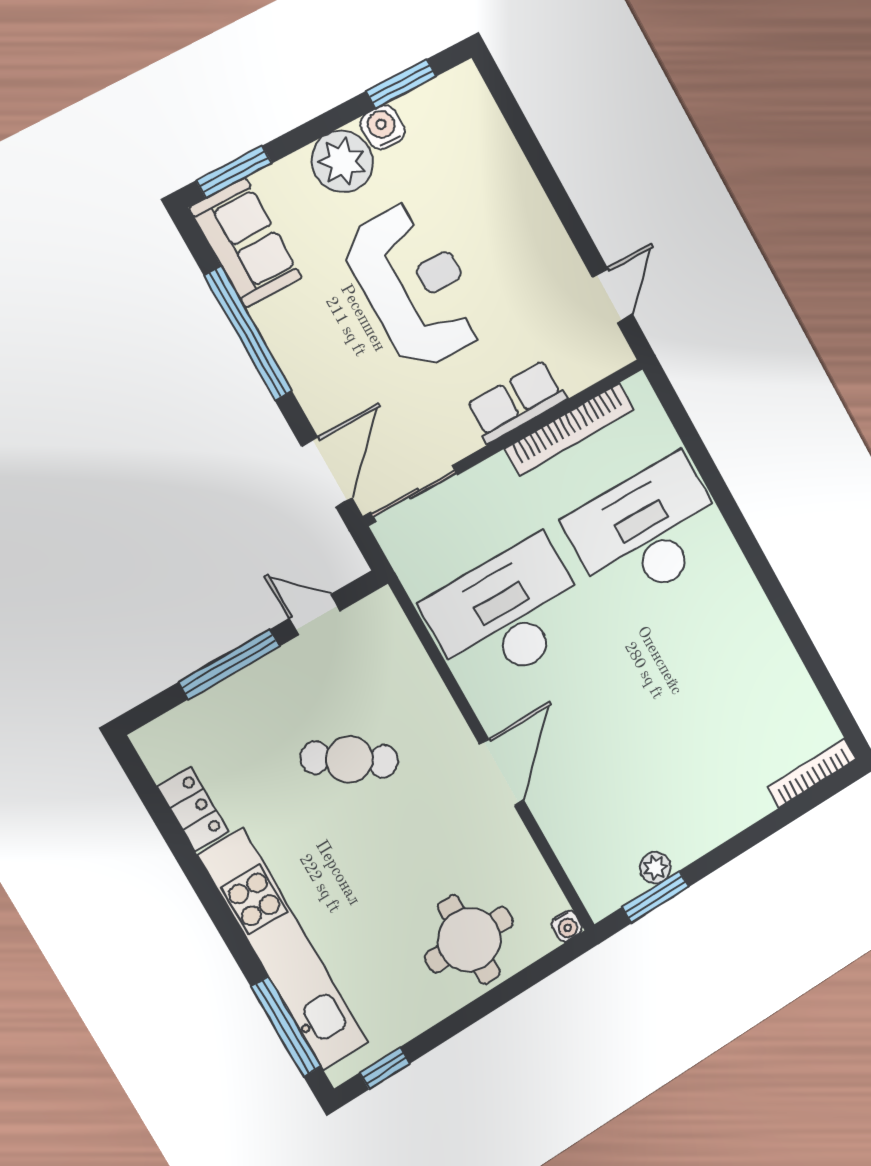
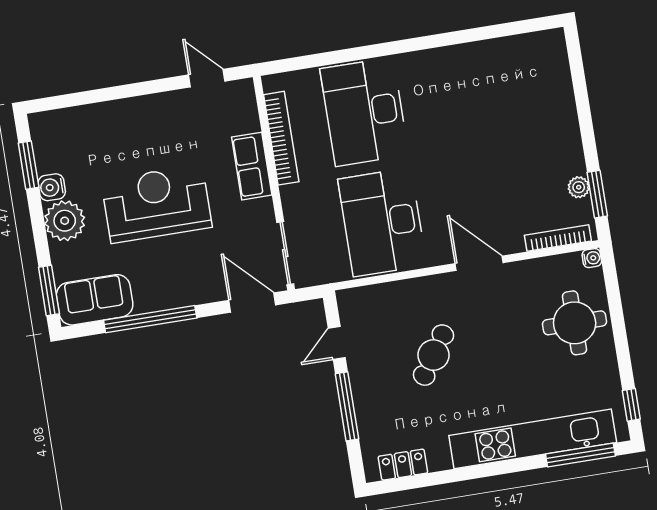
bookcase: (812, 773) -> (558, 238), moved, turned 90
locker: (193, 809) -> (403, 465), moved

